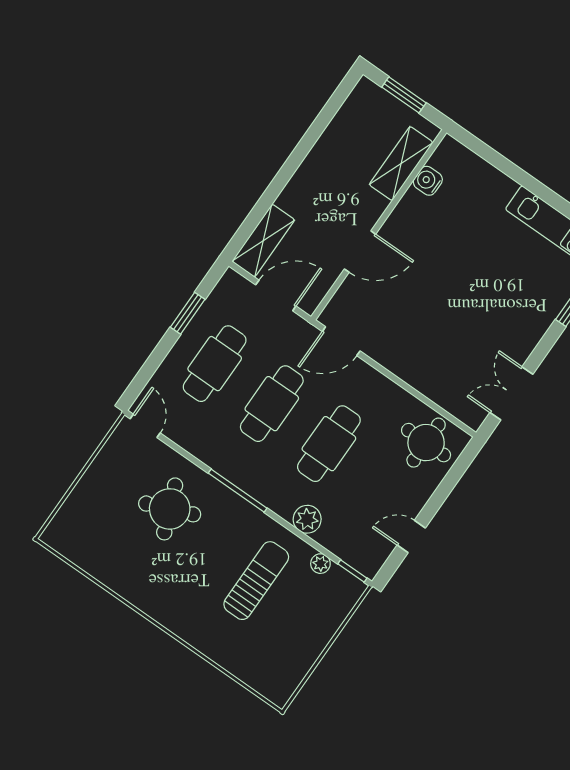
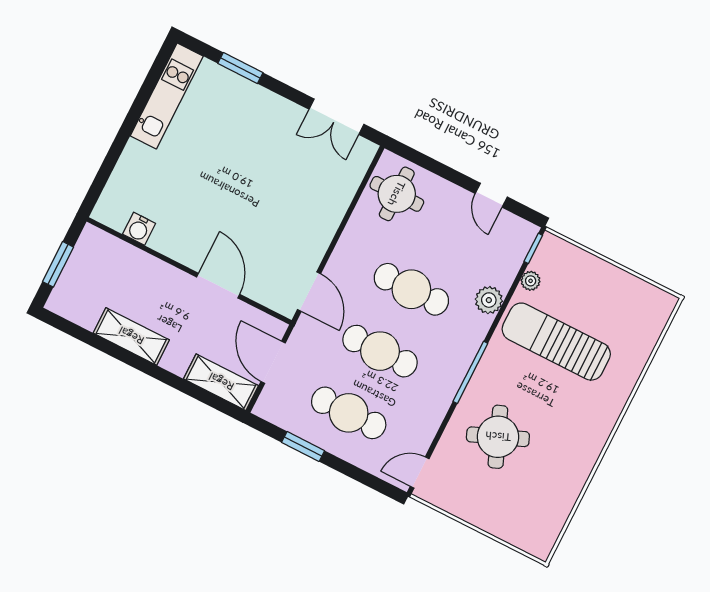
shelving: (401, 164) -> (131, 336), moved
sun lounger: (256, 581) -> (556, 342), width x1.36, depth x1.34

